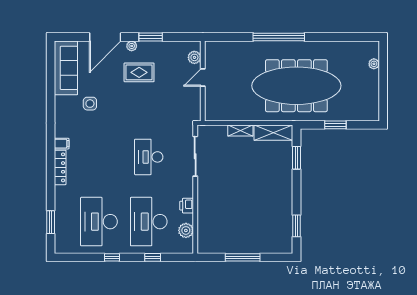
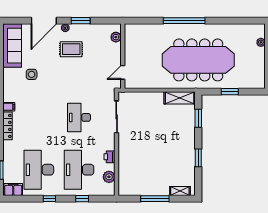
door: (203, 78) -> (123, 72), moved
shelving: (240, 131) -> (180, 191), moved
window: (296, 226) -> (198, 158), moved
filing cabinet: (67, 246) -> (13, 189), added

